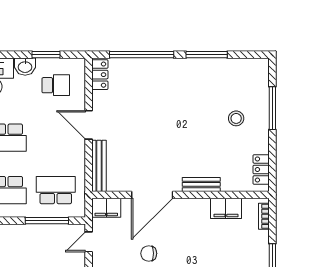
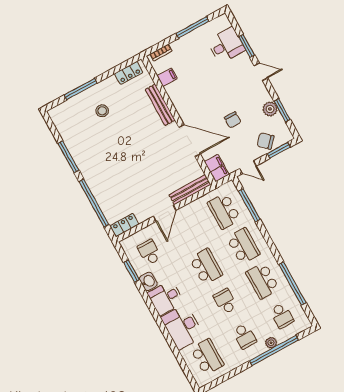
bench: (201, 184) -> (160, 105), width x1.36
filing cabinet: (226, 208) -> (167, 77), width x0.50

